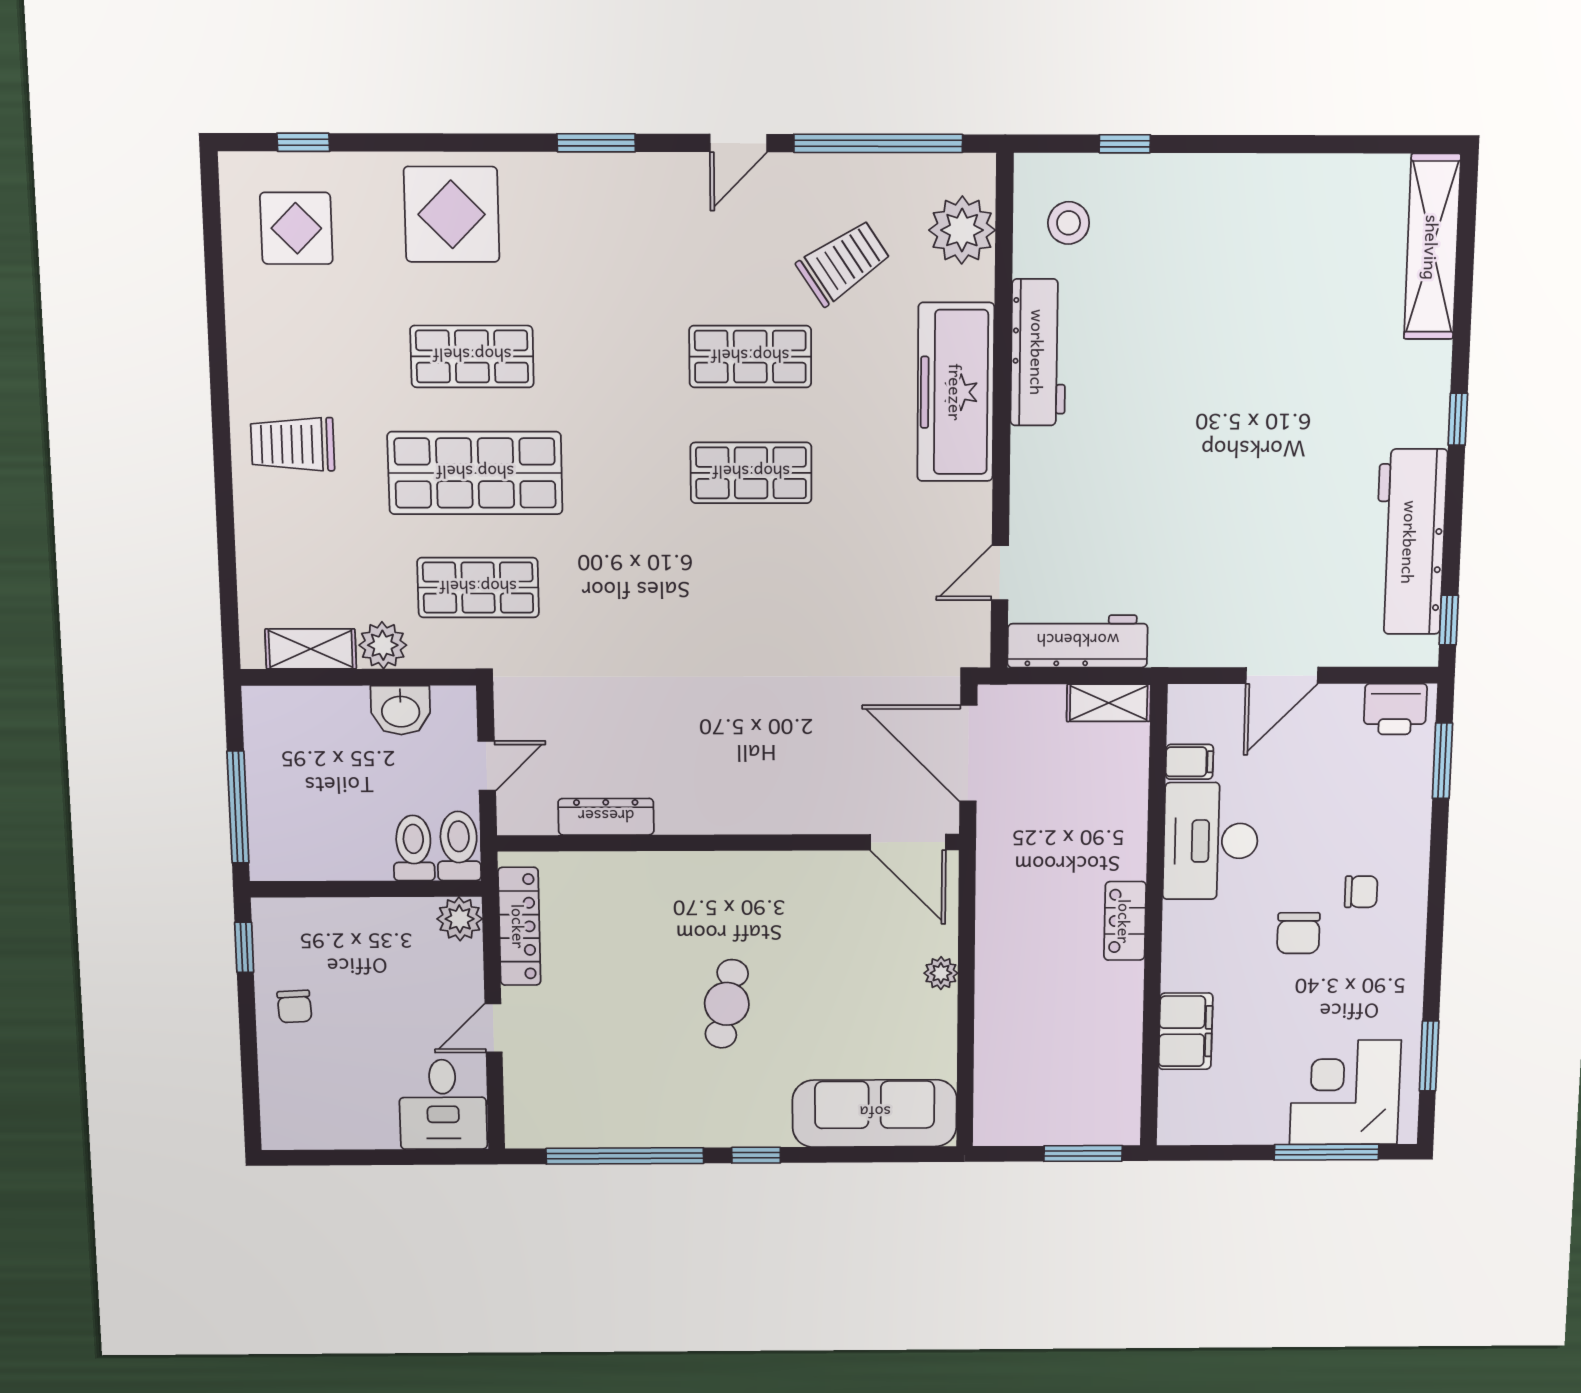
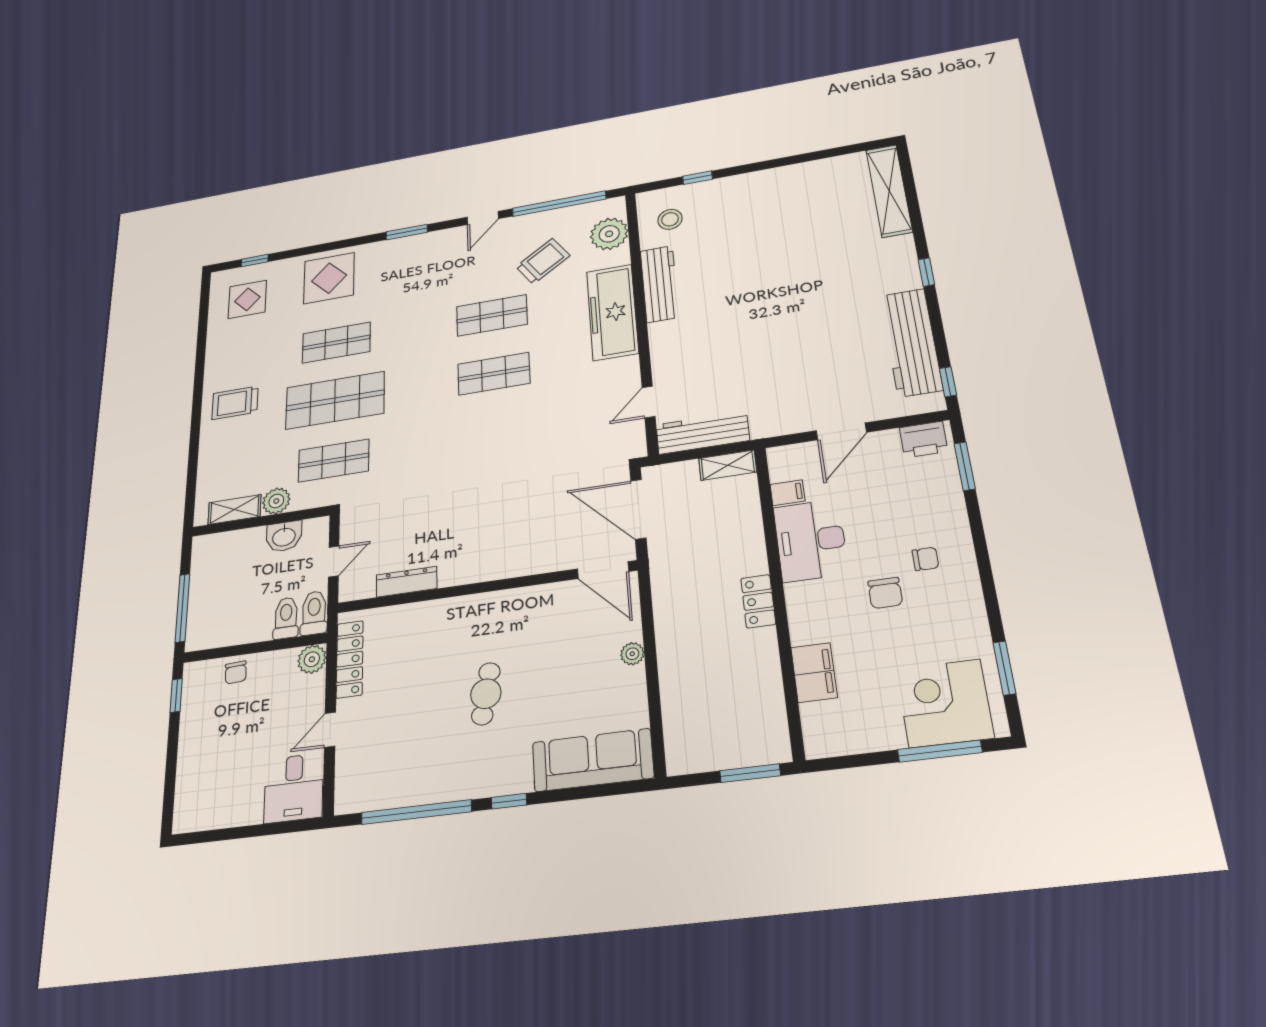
chair: (294, 1007) -> (236, 672), moved

